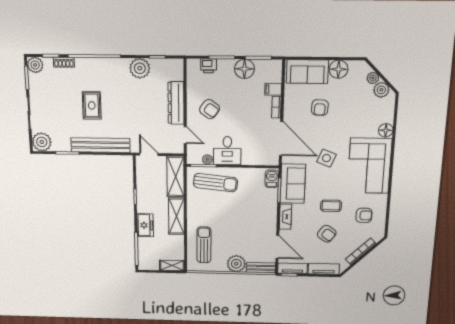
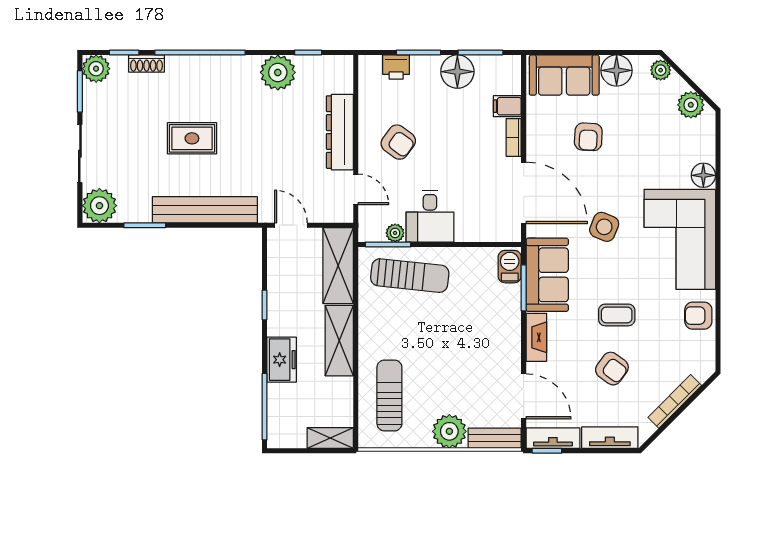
plant: (373, 78) -> (661, 70), moved
rug: (92, 105) -> (192, 138), turned 90
armchair: (364, 215) -> (698, 316), moved, turned 180

